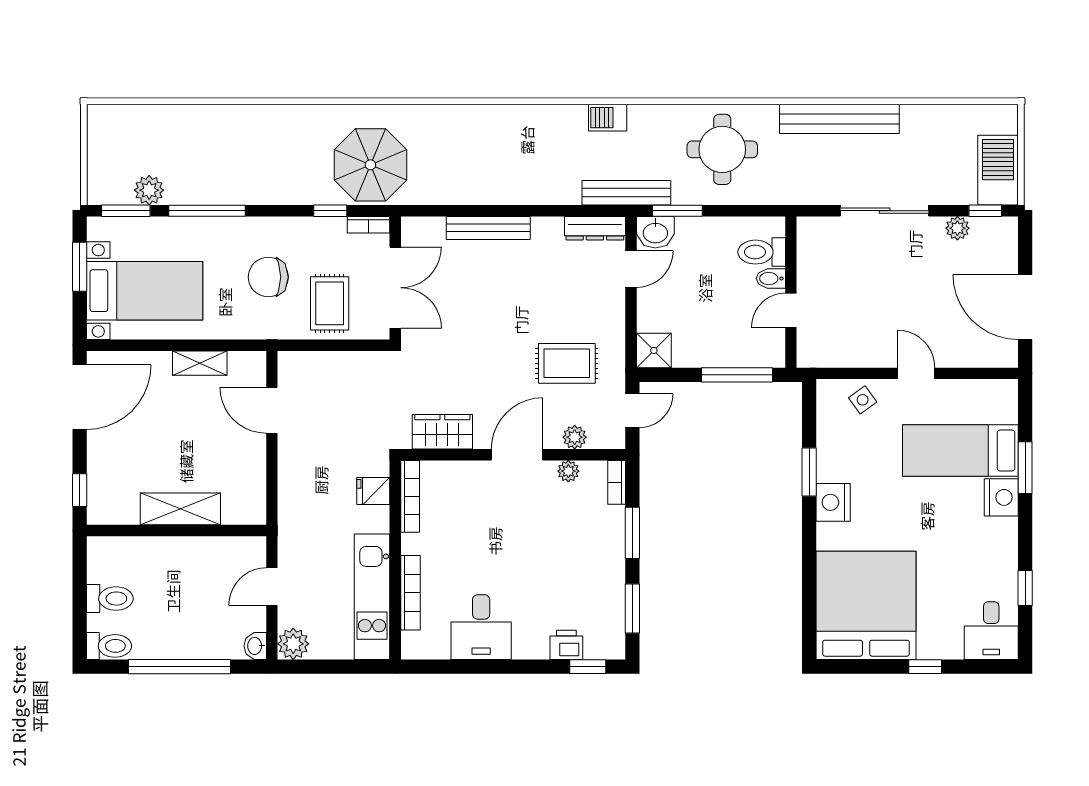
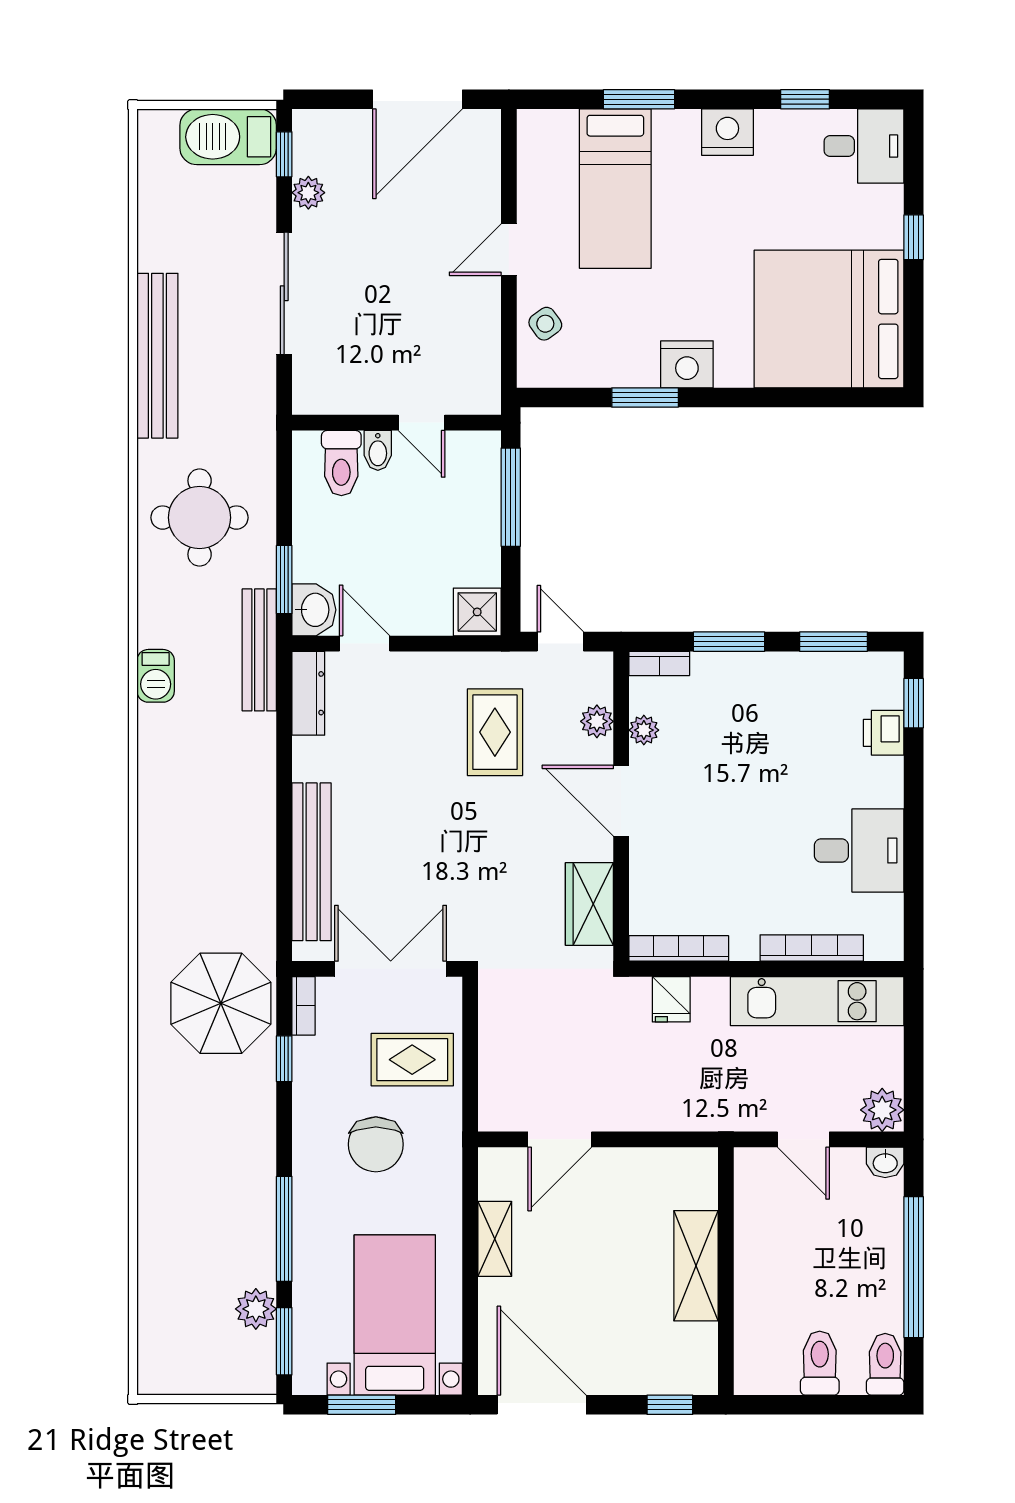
bench: (488, 228) -> (312, 862), width x1.37, depth x1.21
nightstand: (1001, 497) -> (727, 132), moved

